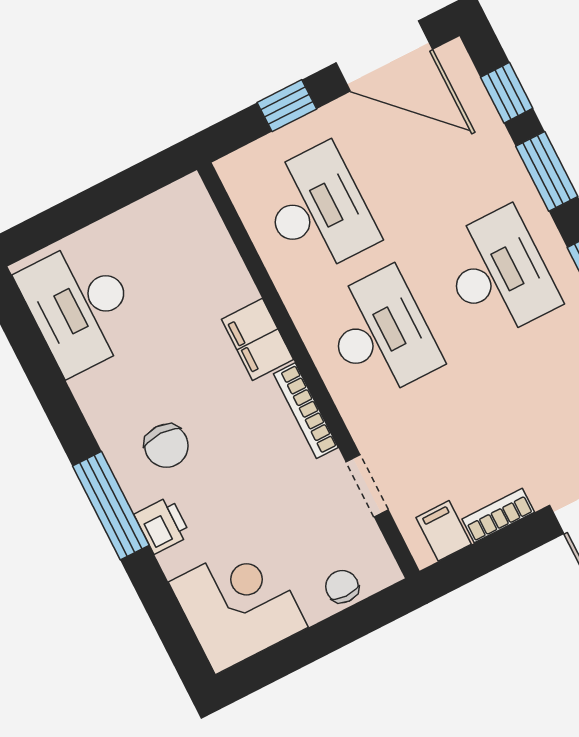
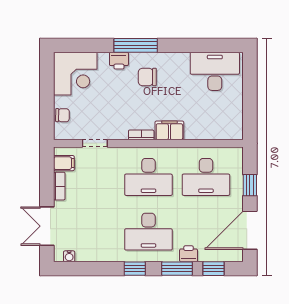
printer: (502, 163) -> (189, 254), added
bookcase: (306, 411) -> (141, 135), width x0.64

